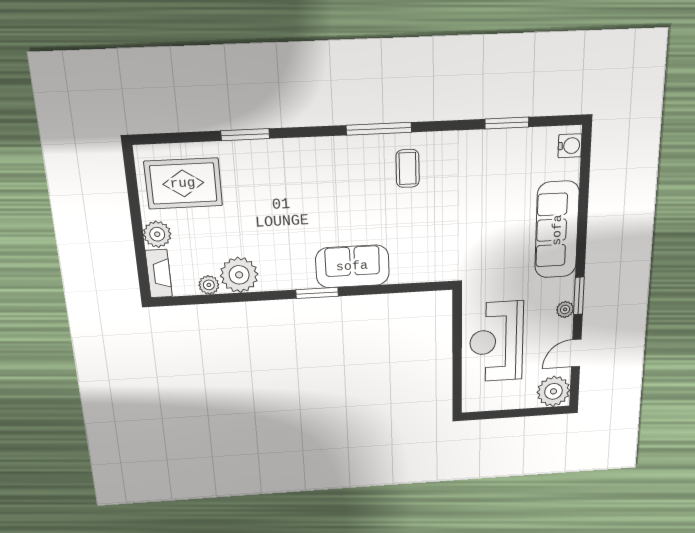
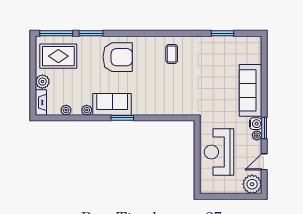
window: (379, 129) -> (56, 33), moved
water cooler: (570, 146) -> (256, 124), moved
armchair: (302, 180) -> (118, 57), added
sofa: (352, 266) -> (112, 104), moved
plant: (239, 275) -> (87, 110), width x0.53, depth x0.53

